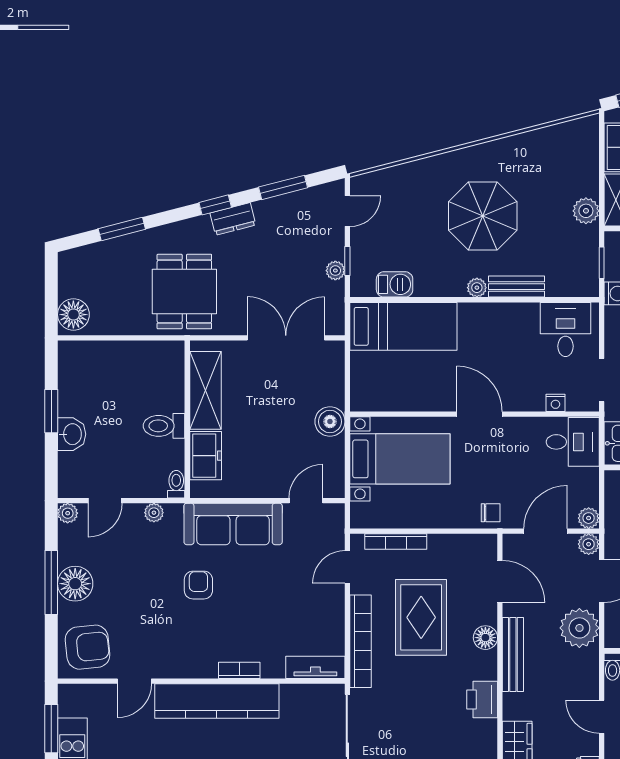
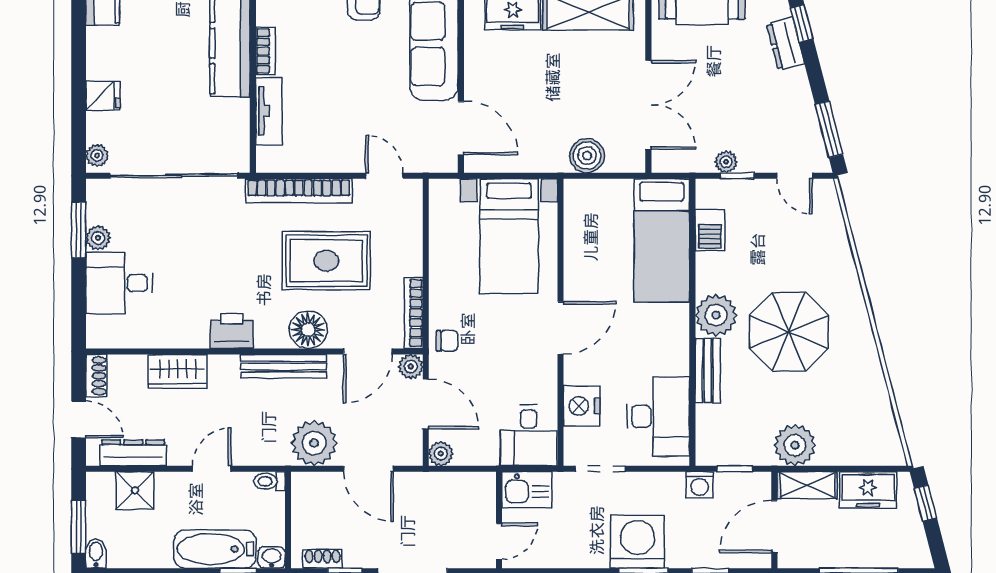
window: (283, 187) -> (829, 129), moved
plant: (586, 211) -> (795, 445), width x1.36, depth x1.36
plant: (477, 288) -> (716, 315), width x1.88, depth x1.88
desk: (566, 329) -> (658, 416), width x1.37
nightstand: (555, 403) -> (582, 406), width x1.89, depth x1.79
boiler: (330, 422) -> (587, 156), moved
door: (306, 501) -> (461, 128), width x1.38
chair: (491, 513) -> (447, 341), turned -90
bookcase: (396, 542) -> (414, 313), moved
plant: (589, 544) -> (411, 367), moved
floor lamp: (485, 638) -> (308, 330), width x1.38, depth x1.38
tv unit: (315, 667) -> (269, 111), moved

